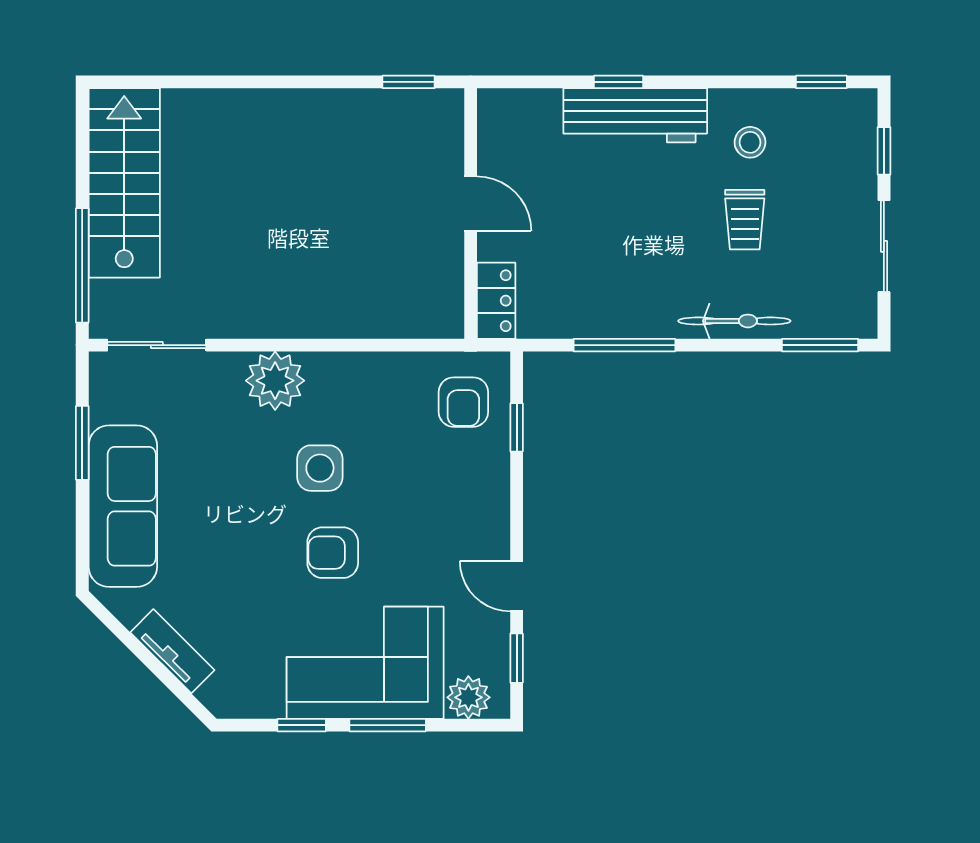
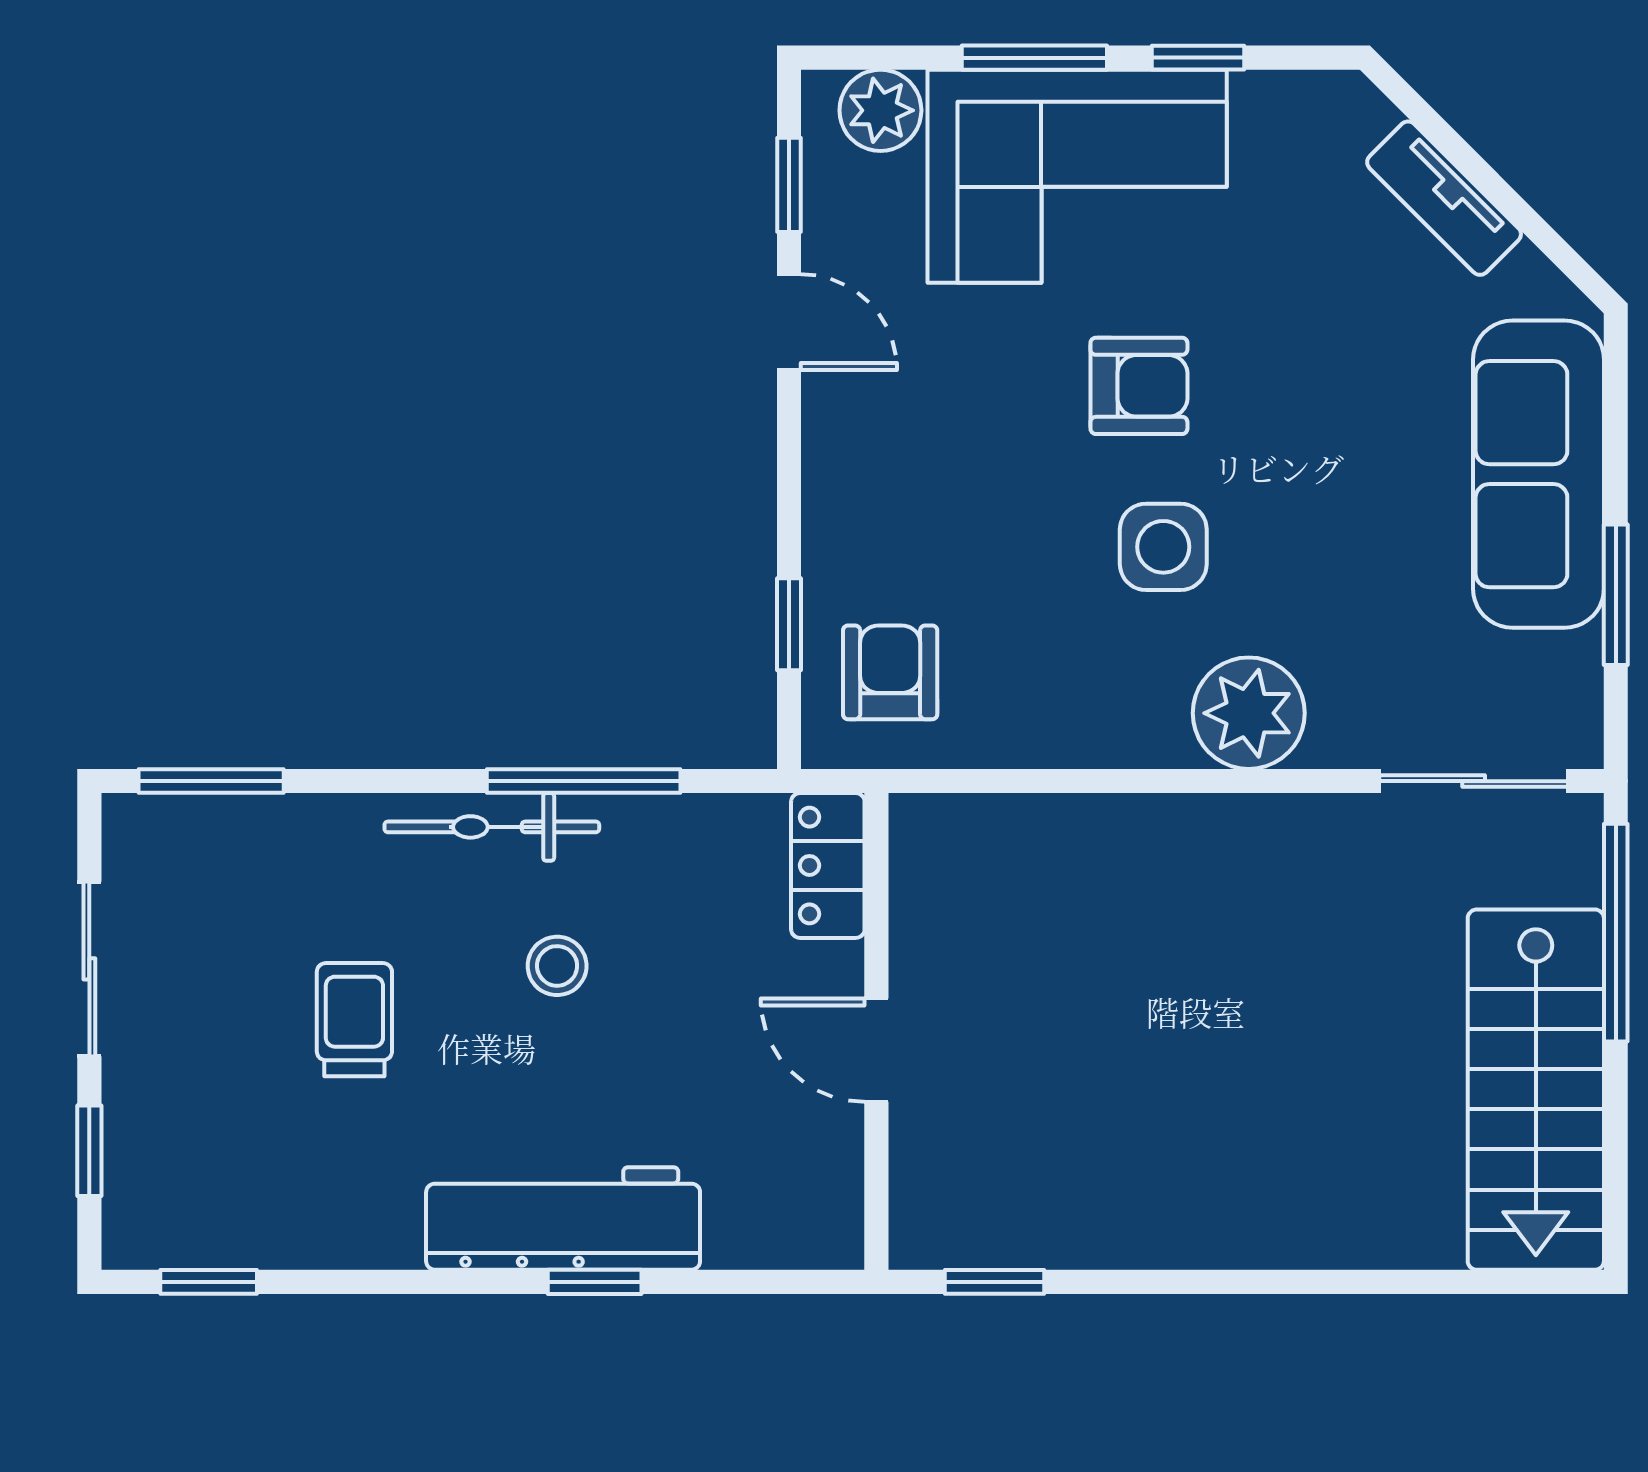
stool: (750, 142) -> (557, 966), moved
bicycle: (734, 321) -> (492, 827), moved

